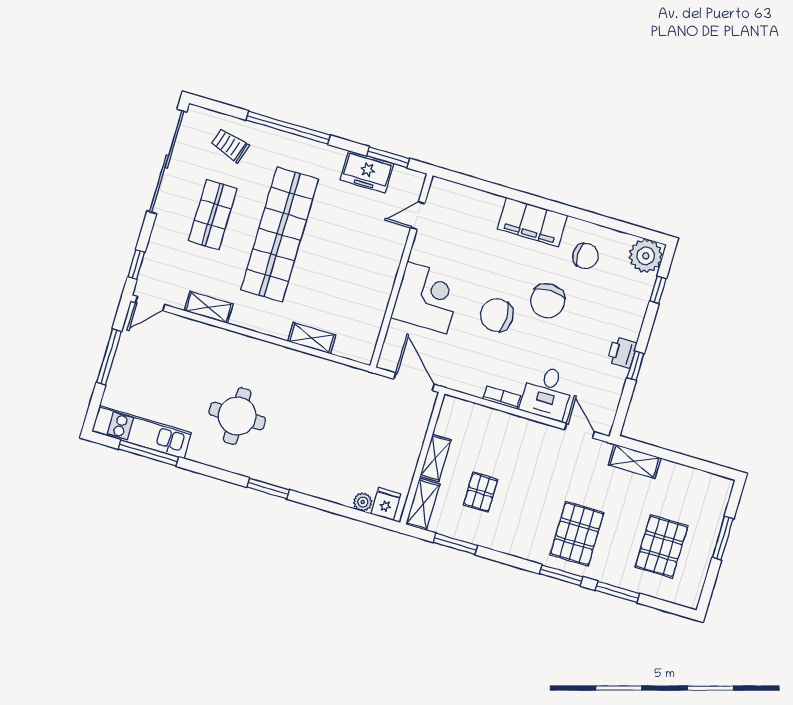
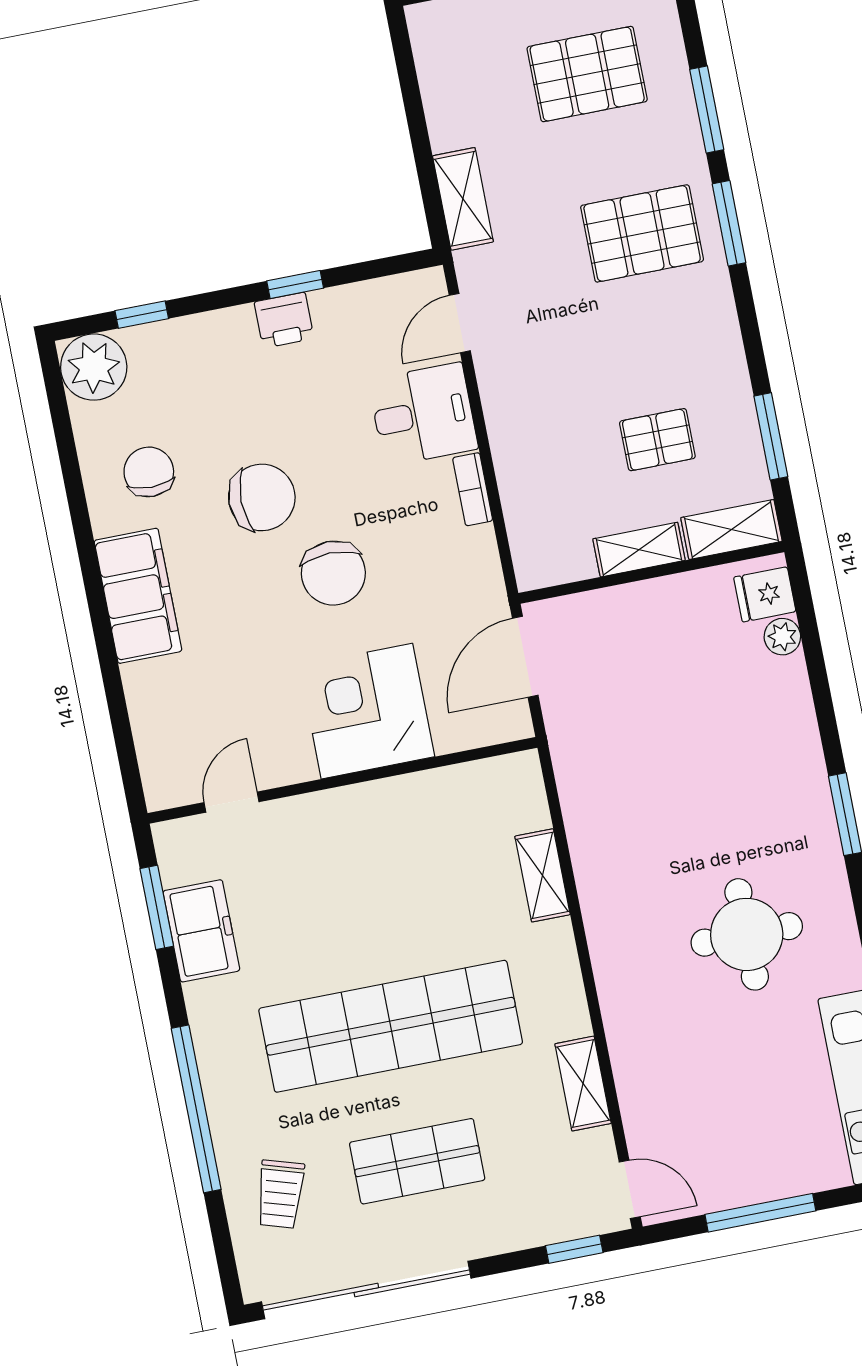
door: (418, 216) -> (232, 802), swing flipped

